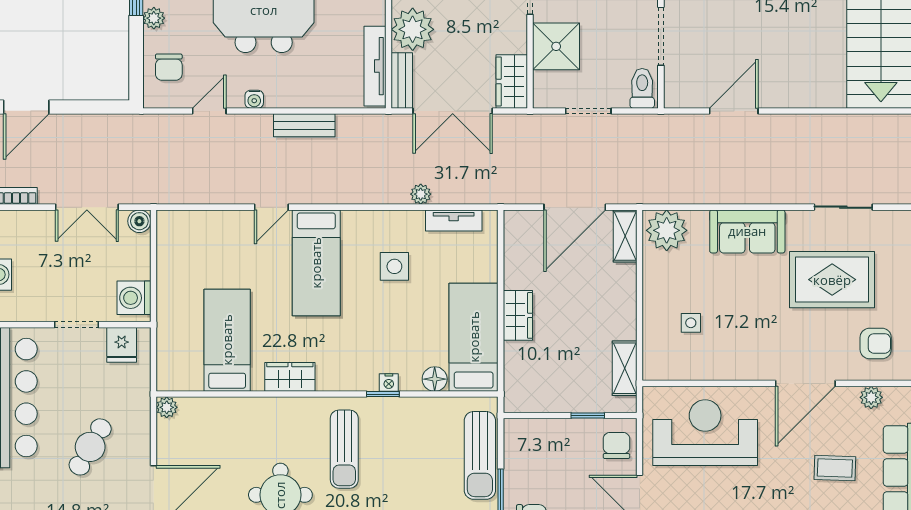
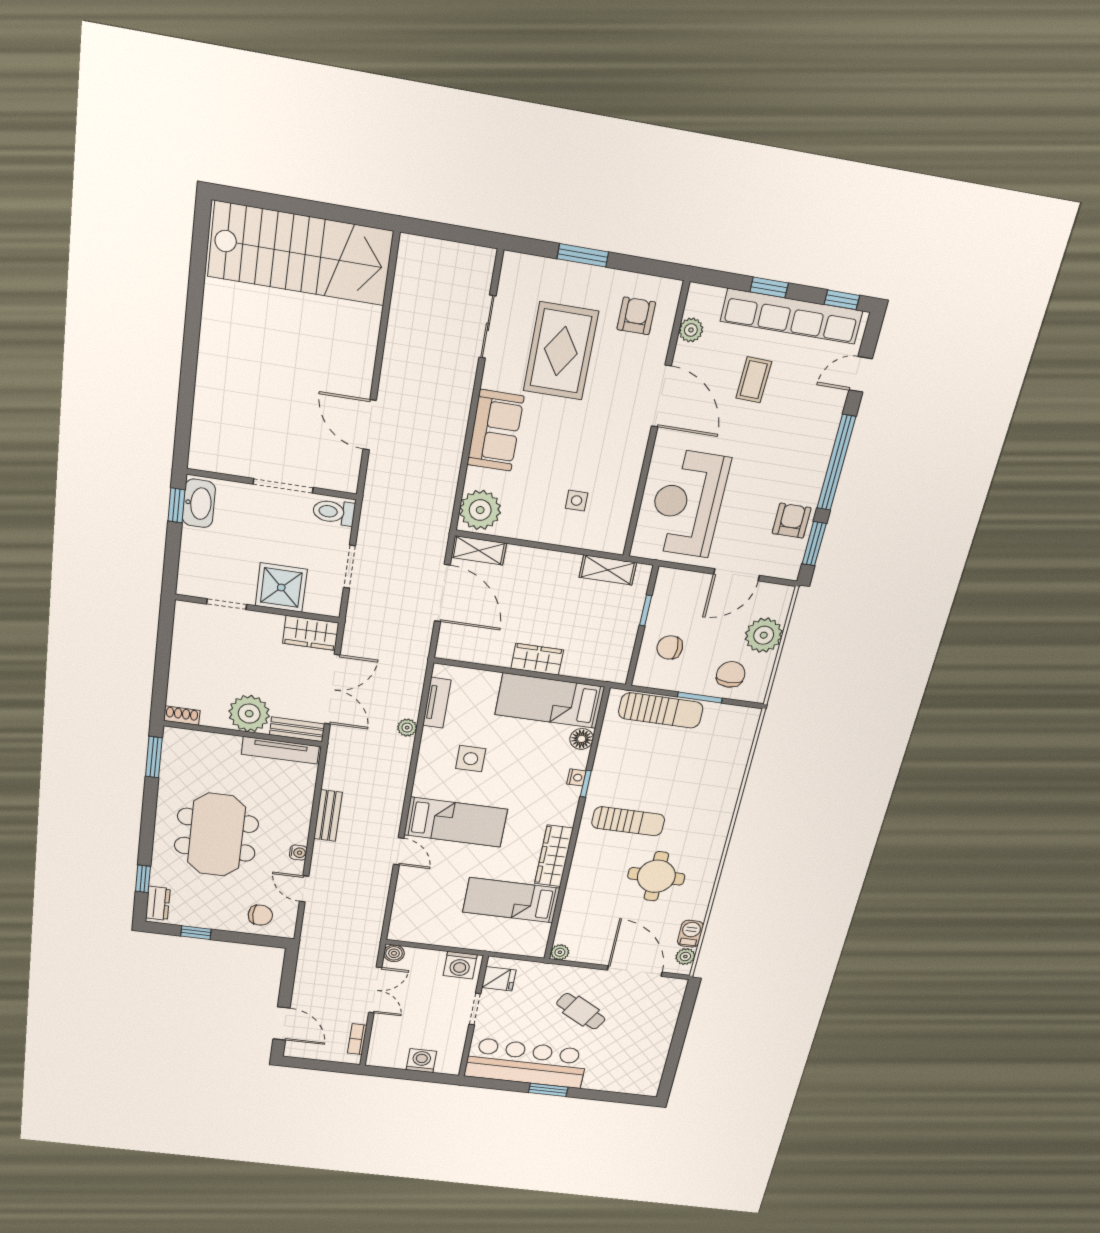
plant: (154, 18) -> (215, 921), removed
wardrobe: (290, 377) -> (554, 856), width x1.50
chair: (616, 445) -> (670, 647), moved

